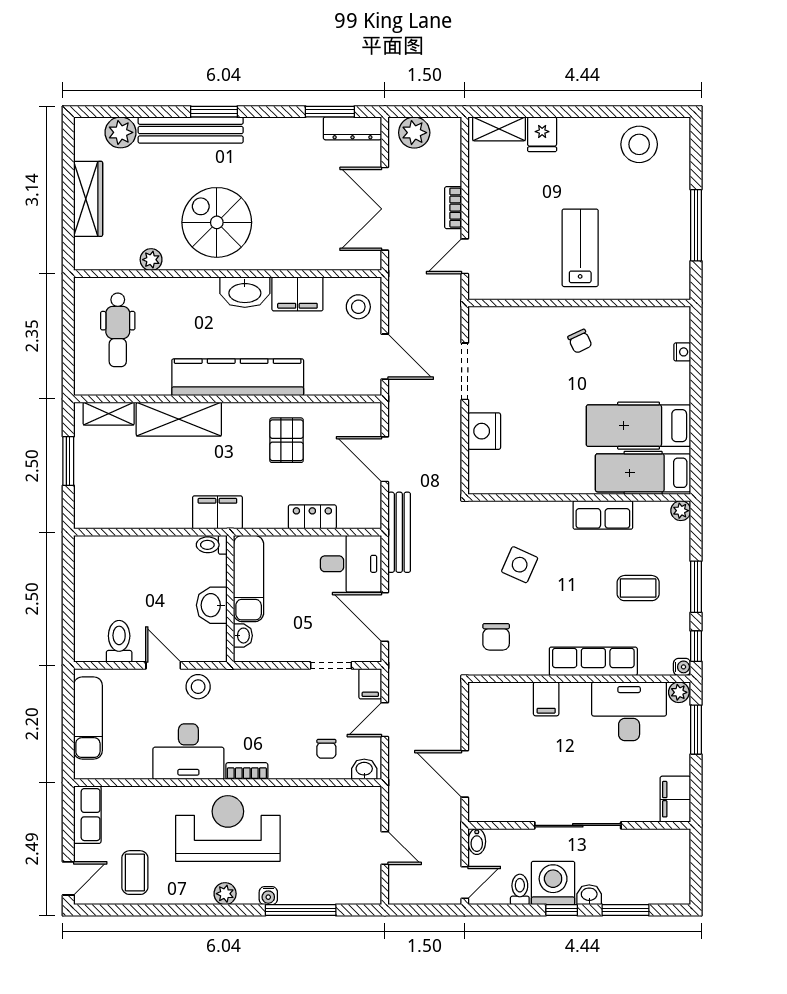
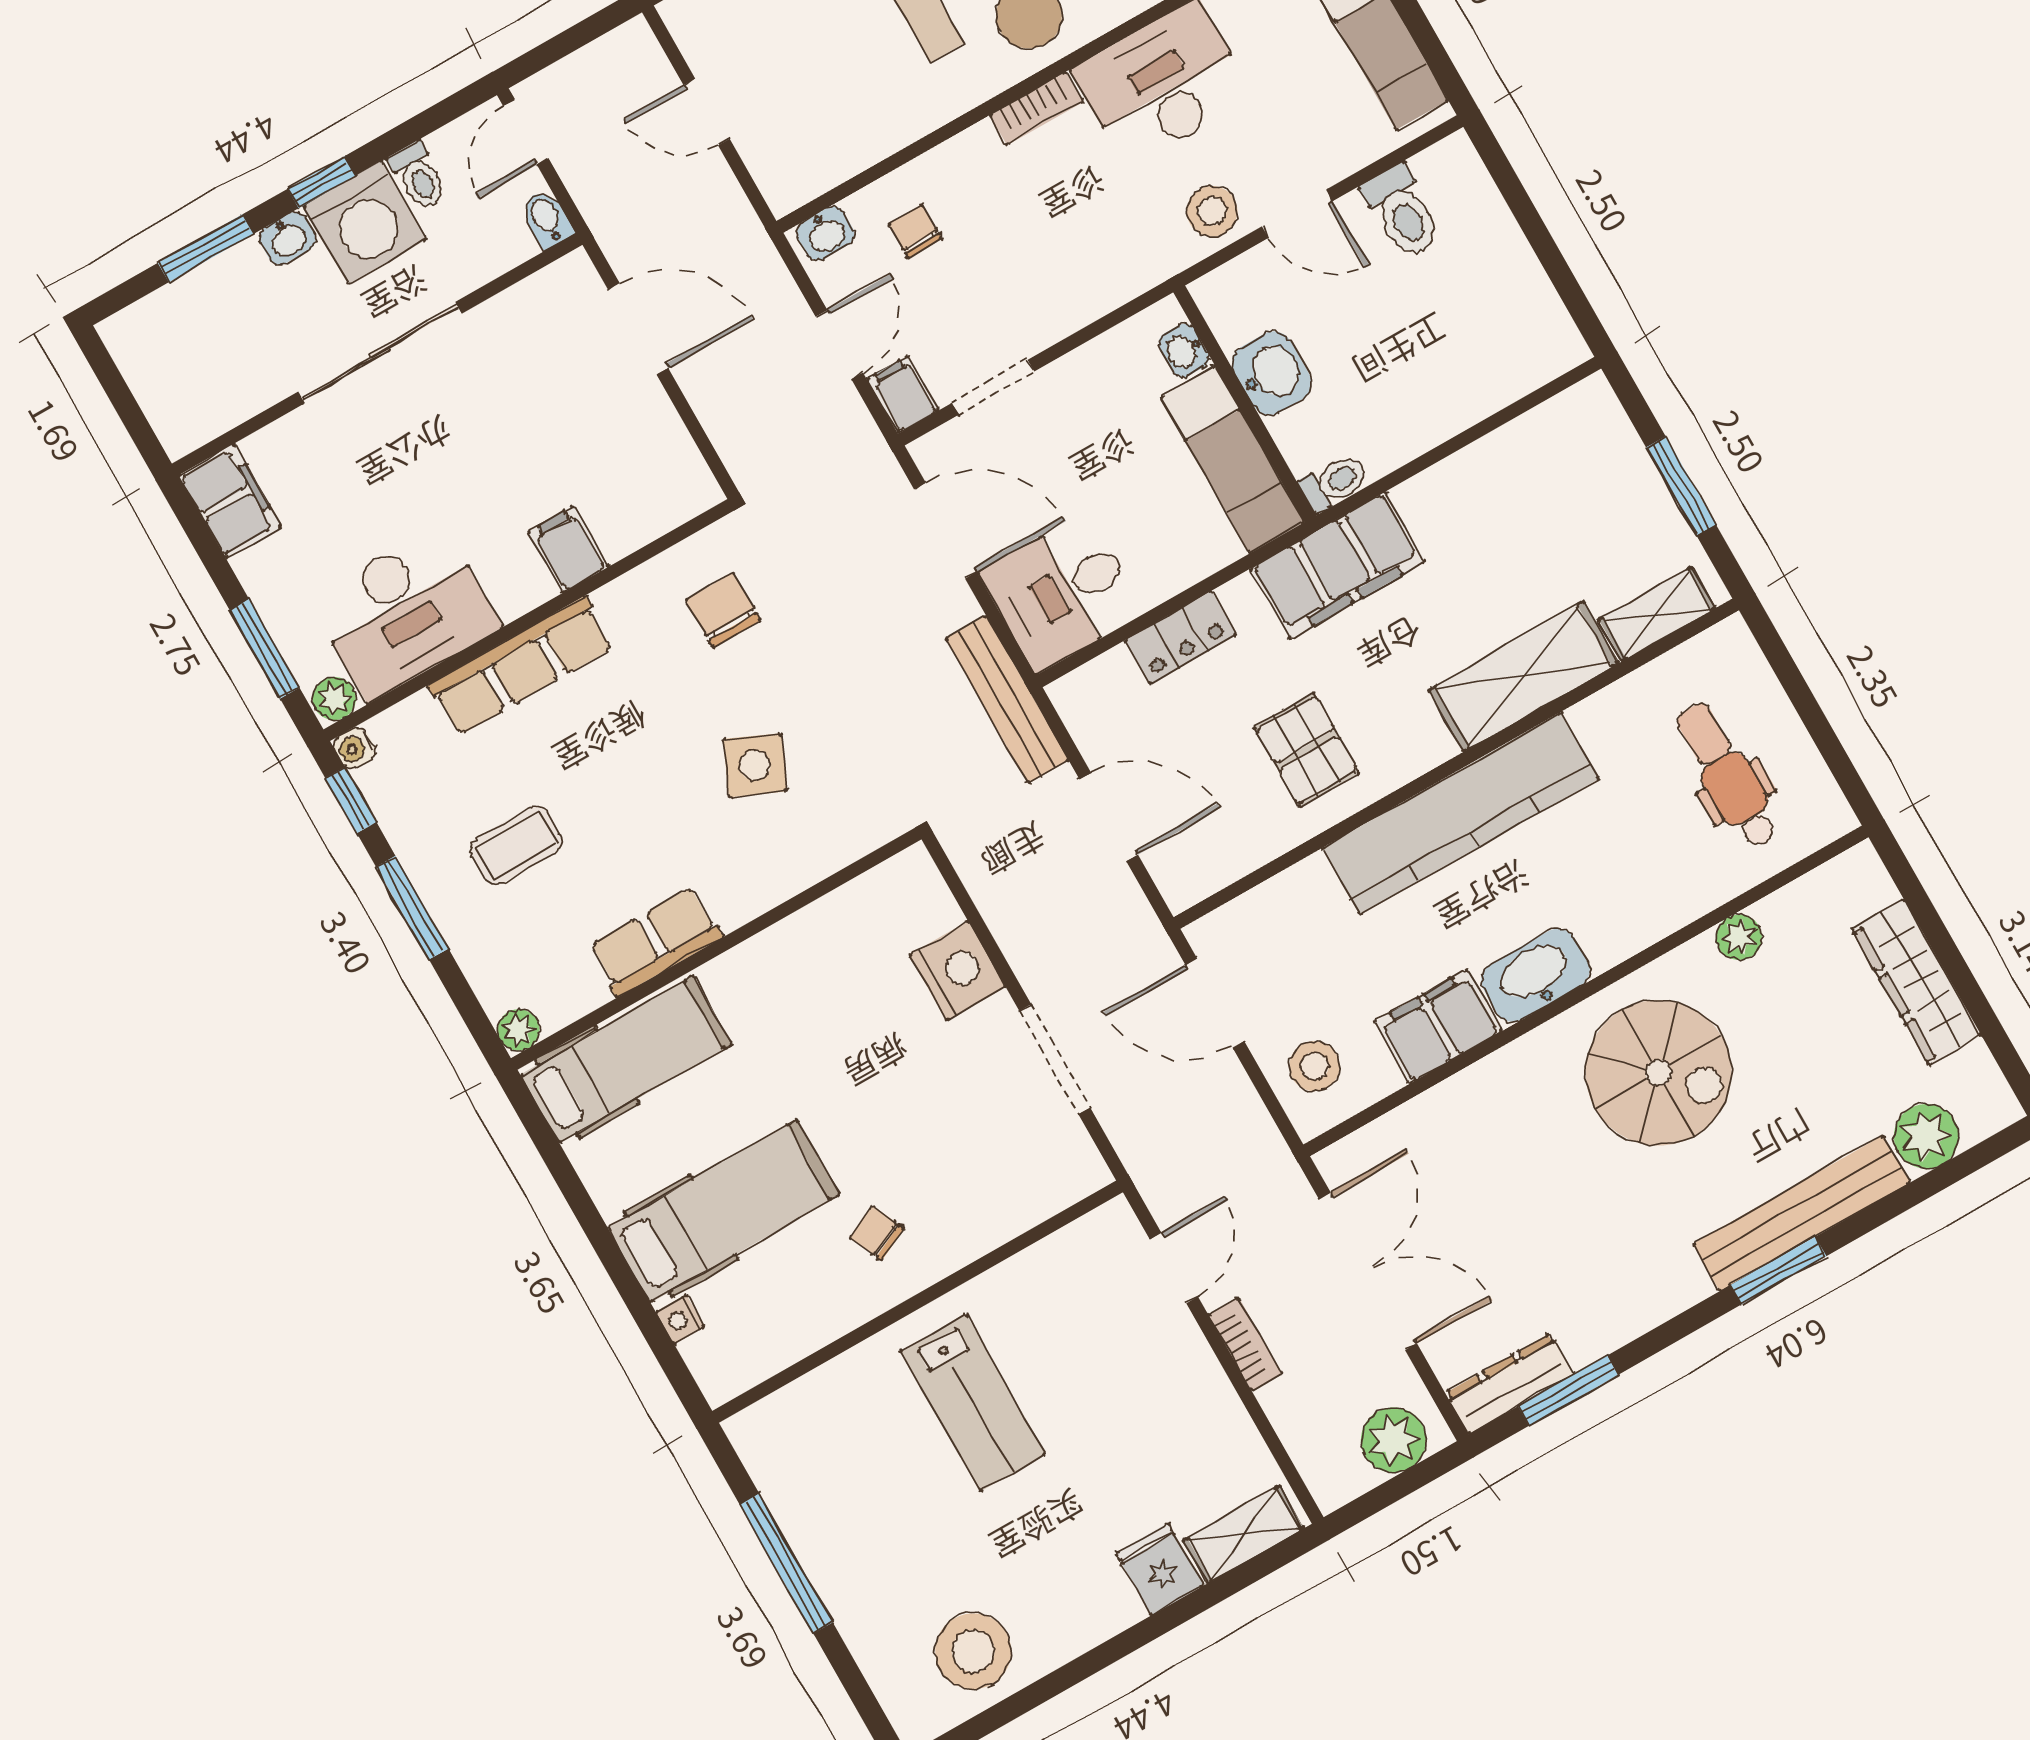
hospital bed: (639, 426) -> (724, 1211), moved
filing cabinet: (217, 512) -> (1338, 565), width x1.50, depth x1.17

